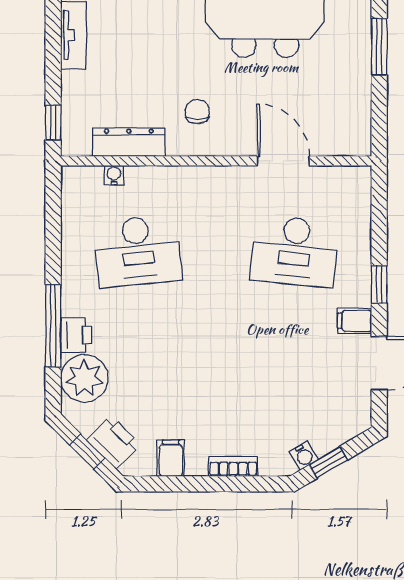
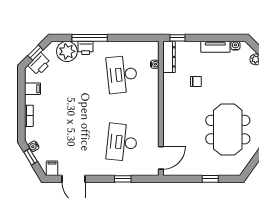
window: (379, 47) -> (210, 179), width x0.67
chair: (197, 112) -> (196, 82), moved
dresser: (129, 142) -> (169, 57), moved
door: (283, 161) -> (161, 158), moved
window: (379, 284) -> (123, 179), moved
filing cabinet: (355, 321) -> (52, 168), moved

